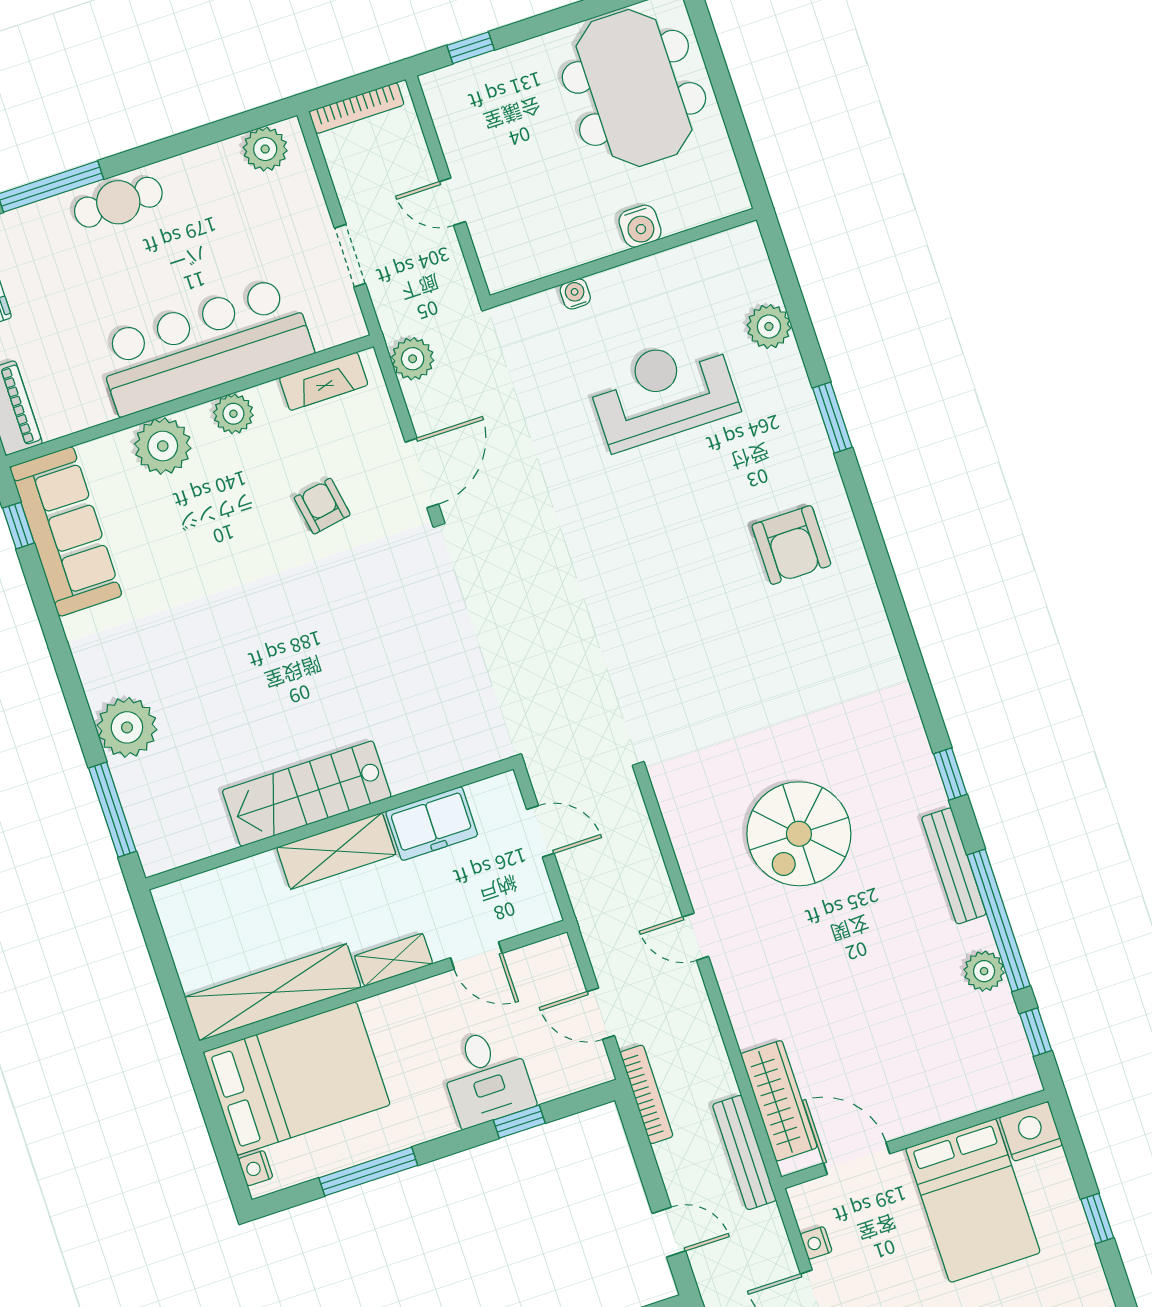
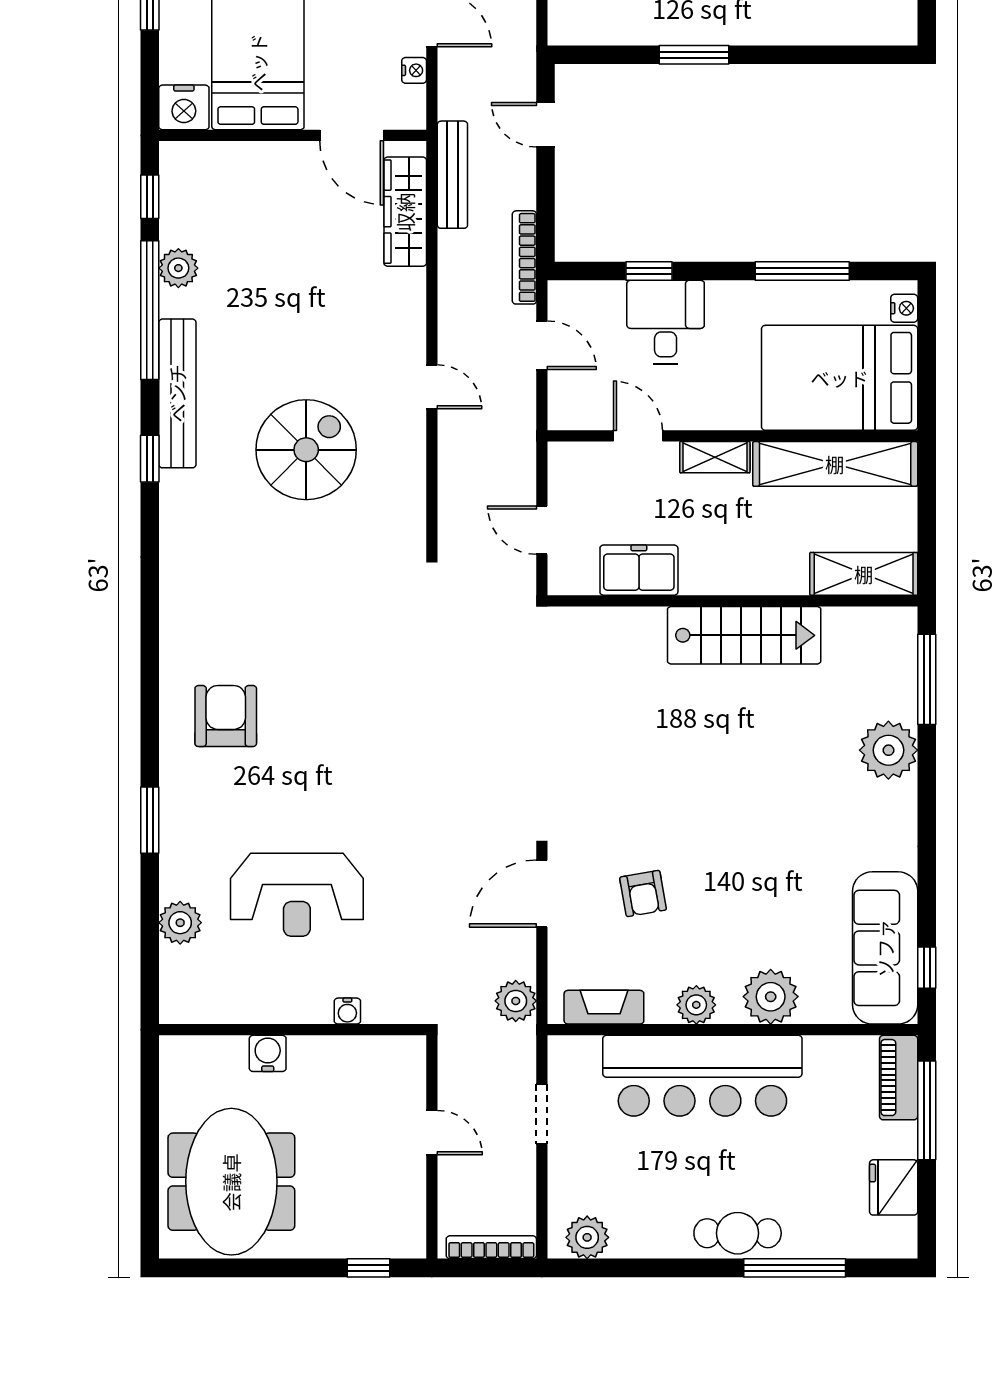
shelving: (336, 851) -> (864, 574), moved
bench: (954, 866) -> (177, 393), width x1.37, depth x1.21

